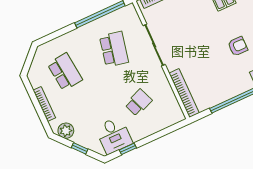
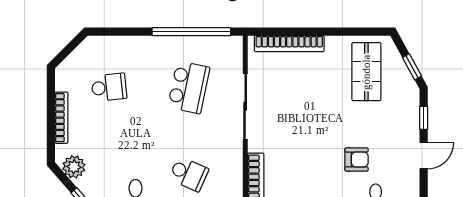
school desk: (65, 72) -> (109, 87), width x0.54
school desk: (138, 103) -> (189, 174), turned 45

